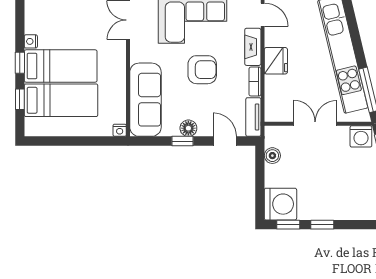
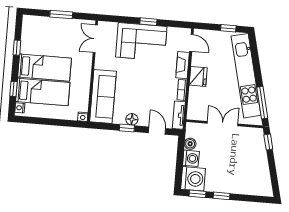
nightstand: (31, 41) -> (20, 108), moved
window: (20, 63) -> (17, 48), moved
armchair: (202, 70) -> (145, 78), removed
washing machine: (361, 136) -> (191, 158), moved, turned -90

